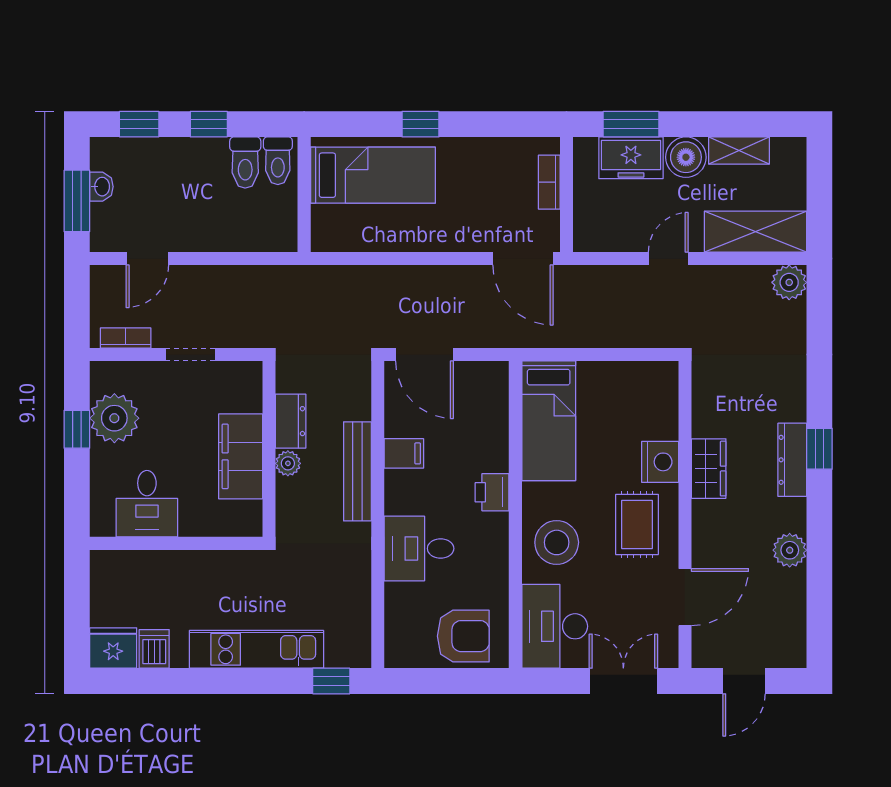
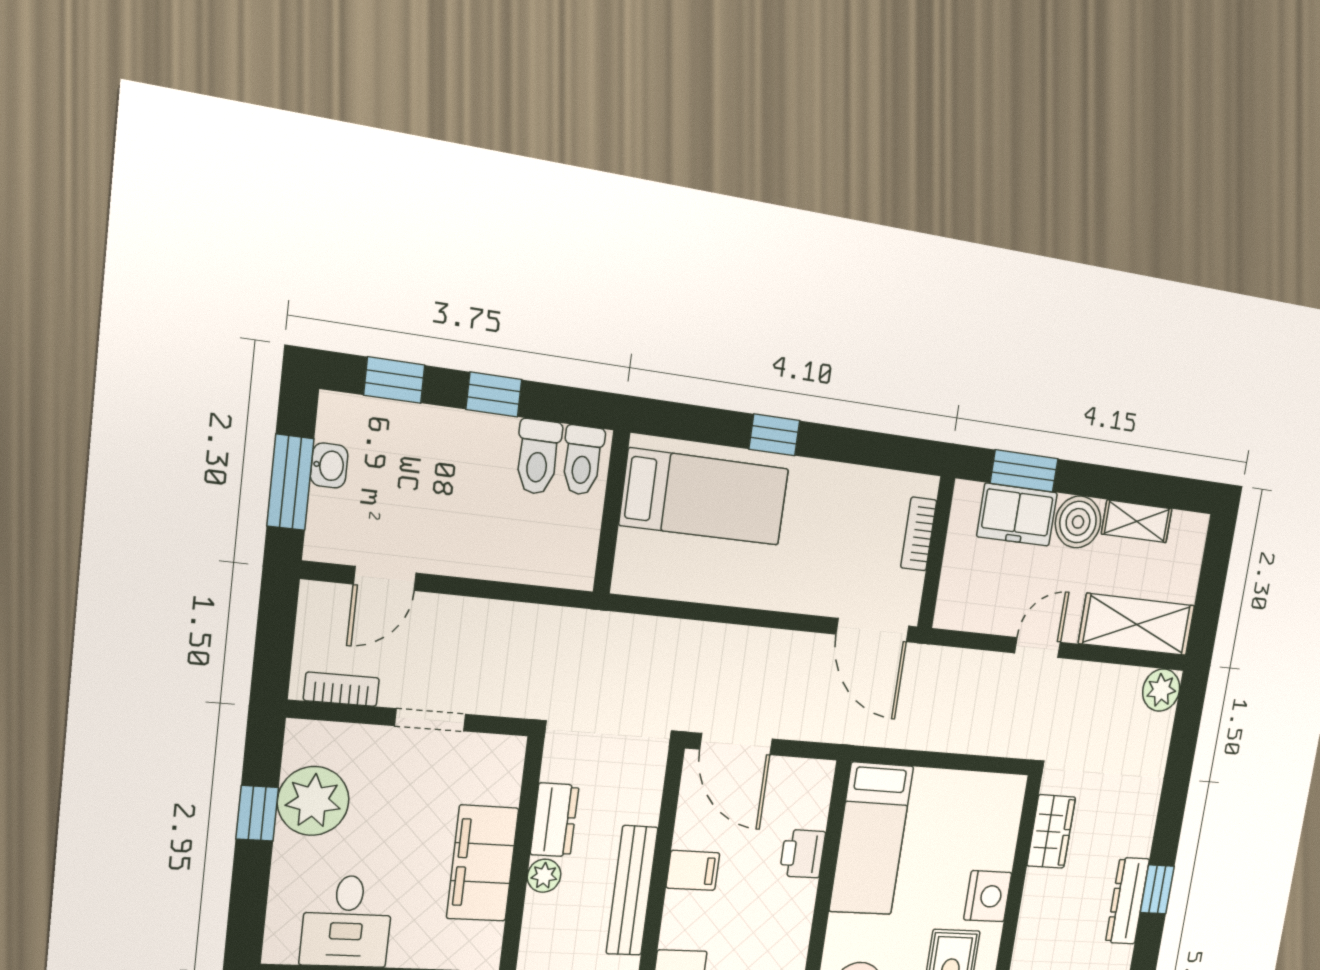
wardrobe: (709, 469) -> (1051, 831), moved
printer: (492, 492) -> (803, 854), moved

